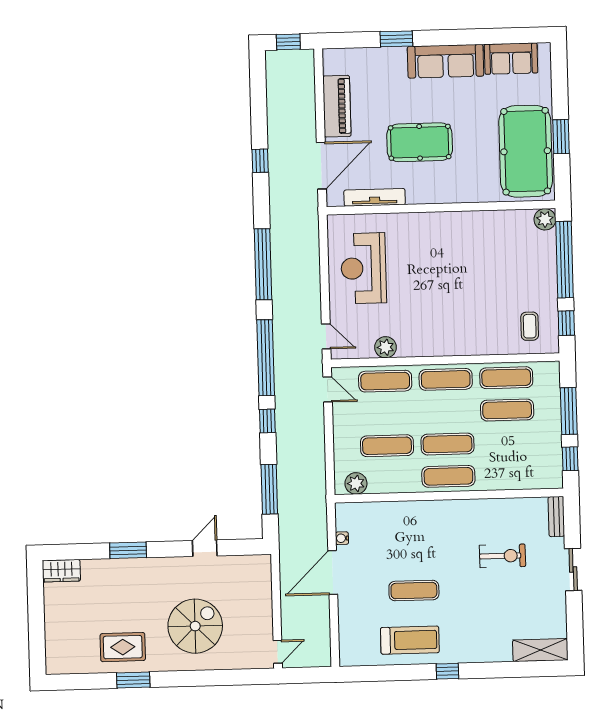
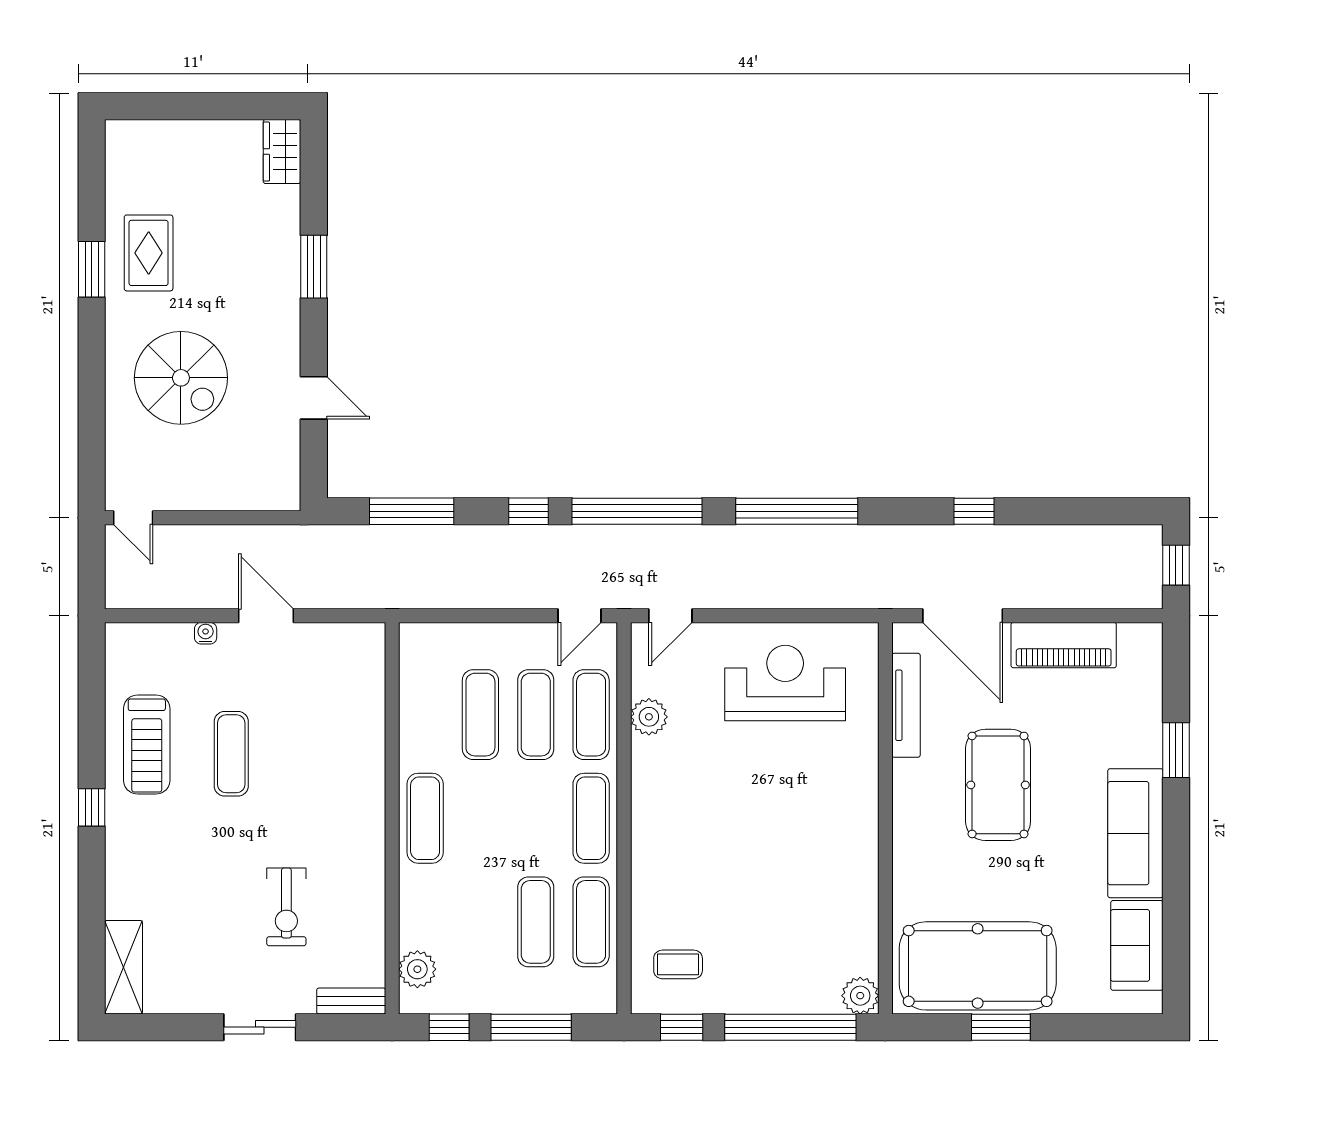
exercise mat: (447, 444) -> (536, 715), moved
plant: (356, 483) -> (417, 969), moved
water cooler: (342, 538) -> (206, 633), moved
door: (333, 573) -> (266, 616), width x0.73

